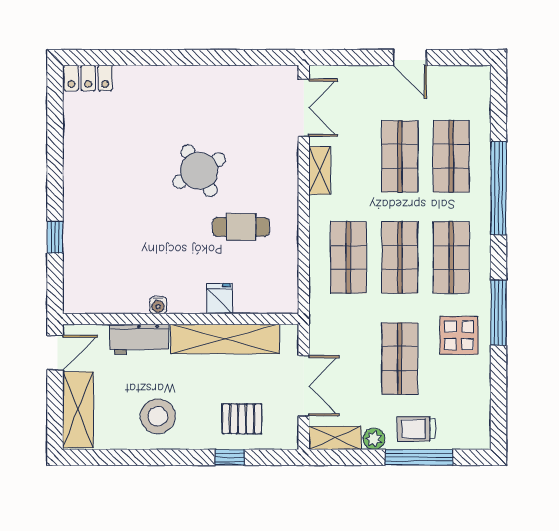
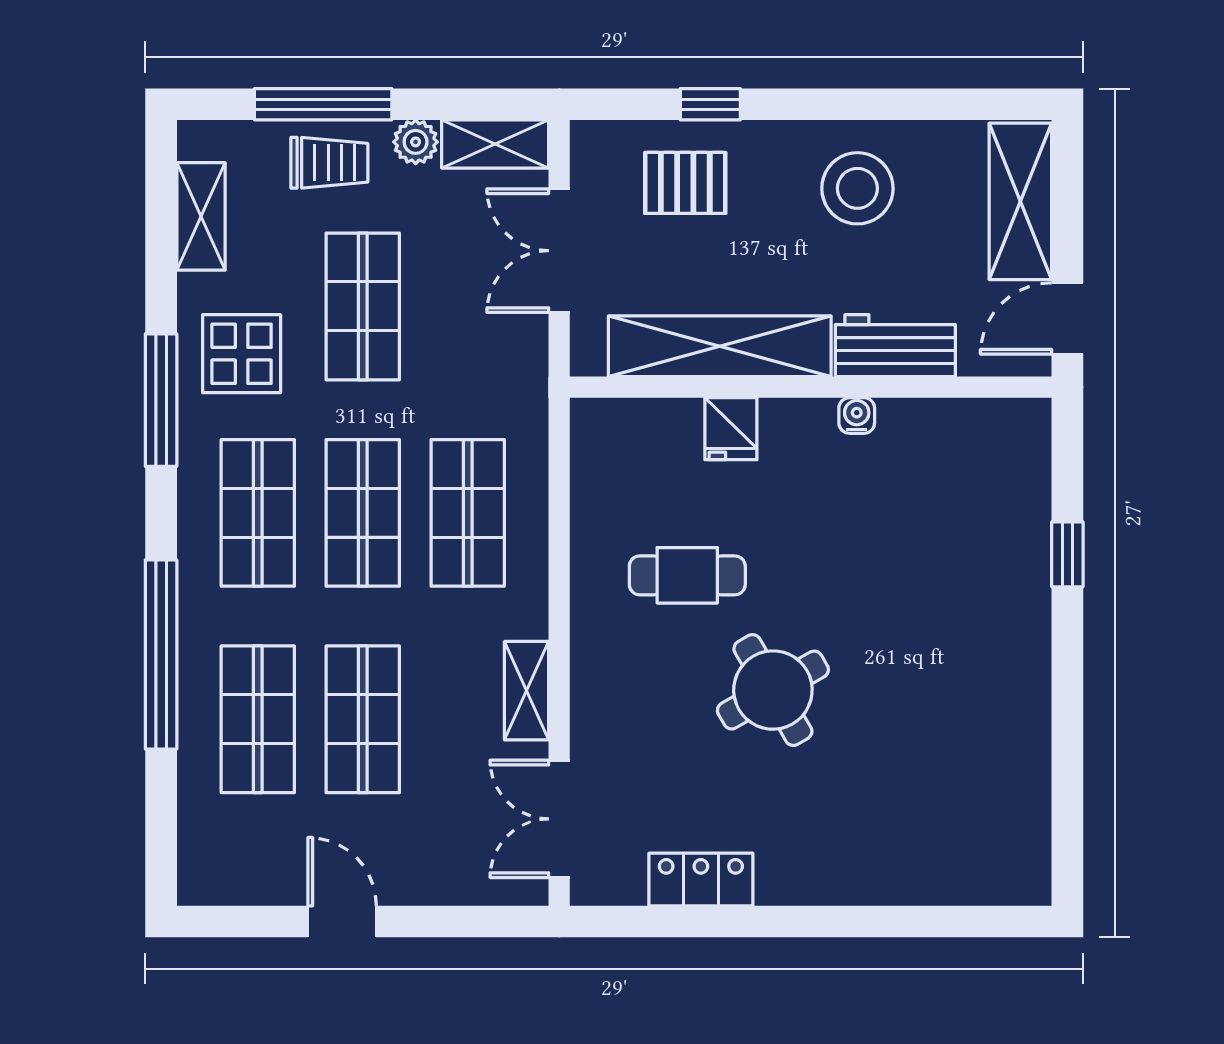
locker: (88, 78) -> (701, 879), moved
shelving: (479, 402) -> (201, 216), added

